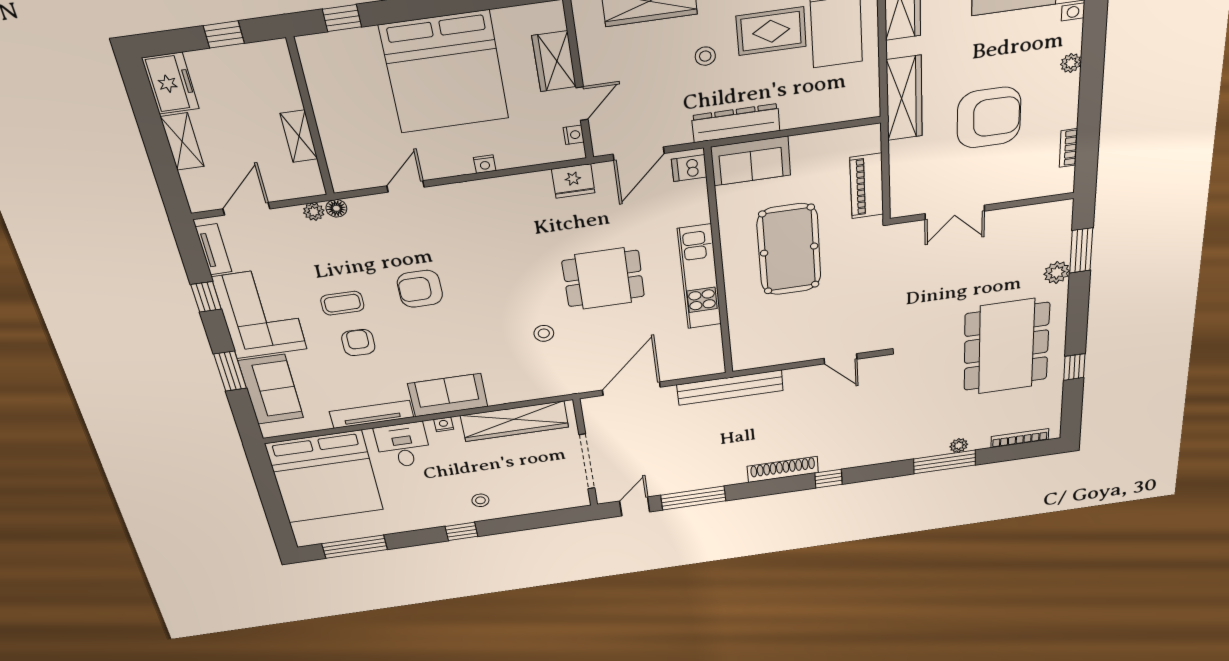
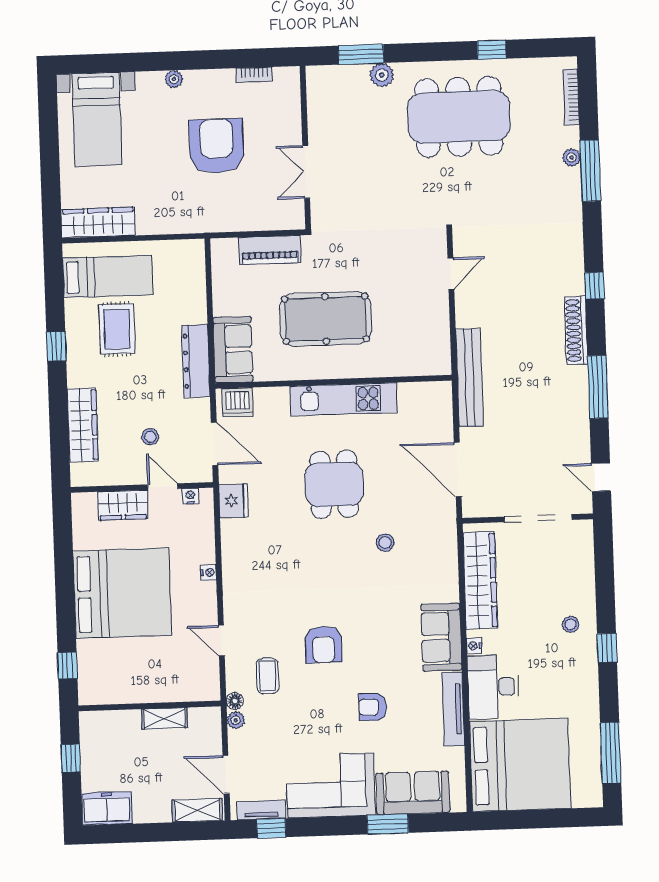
stool: (705, 56) -> (150, 437), moved
wardrobe: (904, 98) -> (190, 219), removed
shelving: (182, 142) -> (197, 810), moved
dishwasher: (689, 168) -> (238, 402), width x1.38
double door: (955, 212) -> (306, 172), swing flipped
window: (206, 297) -> (271, 828), moved
coffee table: (342, 303) -> (267, 676), moved
desk: (403, 445) -> (493, 687), width x1.37
window: (693, 498) -> (598, 387), moved

